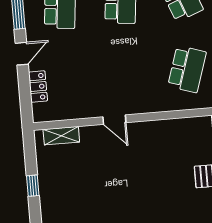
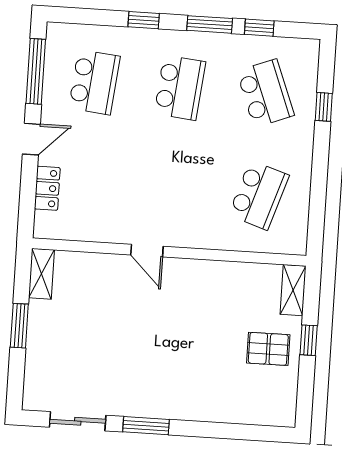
shelving: (61, 136) -> (41, 274), moved, turned 90
window: (33, 186) -> (19, 326), width x1.50

